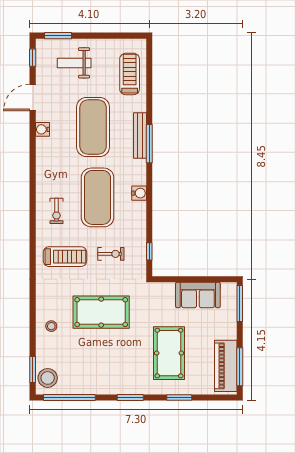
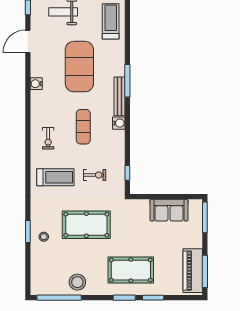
water cooler: (42, 129) -> (36, 84), moved
bench: (140, 136) -> (120, 96), moved
exercise mat: (98, 197) -> (83, 127), width x0.50, depth x0.69
pool table: (169, 353) -> (131, 270), moved, turned 90
window: (33, 370) -> (28, 232), moved
stool: (48, 378) -> (77, 282), moved
window: (130, 397) -> (124, 298), moved

